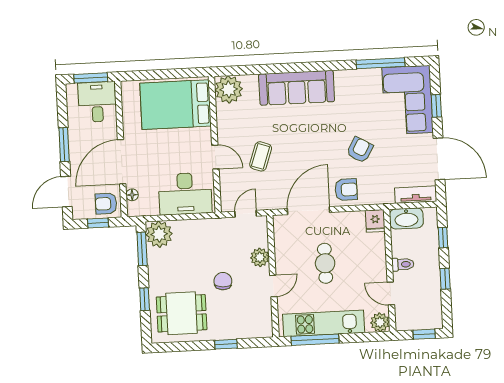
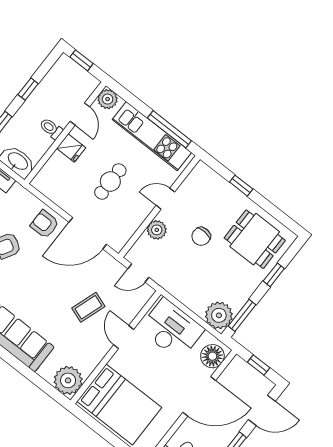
floor lamp: (132, 195) -> (212, 356), width x1.89, depth x1.89
armchair: (106, 204) -> (239, 375), removed
fridge: (375, 221) -> (71, 148), moved, turned 90

